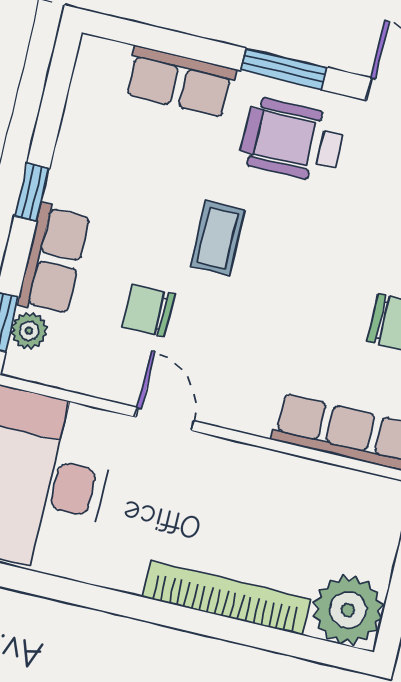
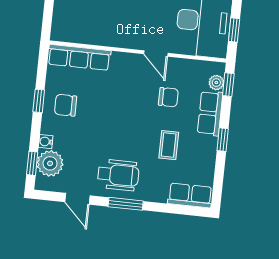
row of seats: (180, 82) -> (190, 195), moved
coffee table: (217, 238) -> (169, 145), moved

